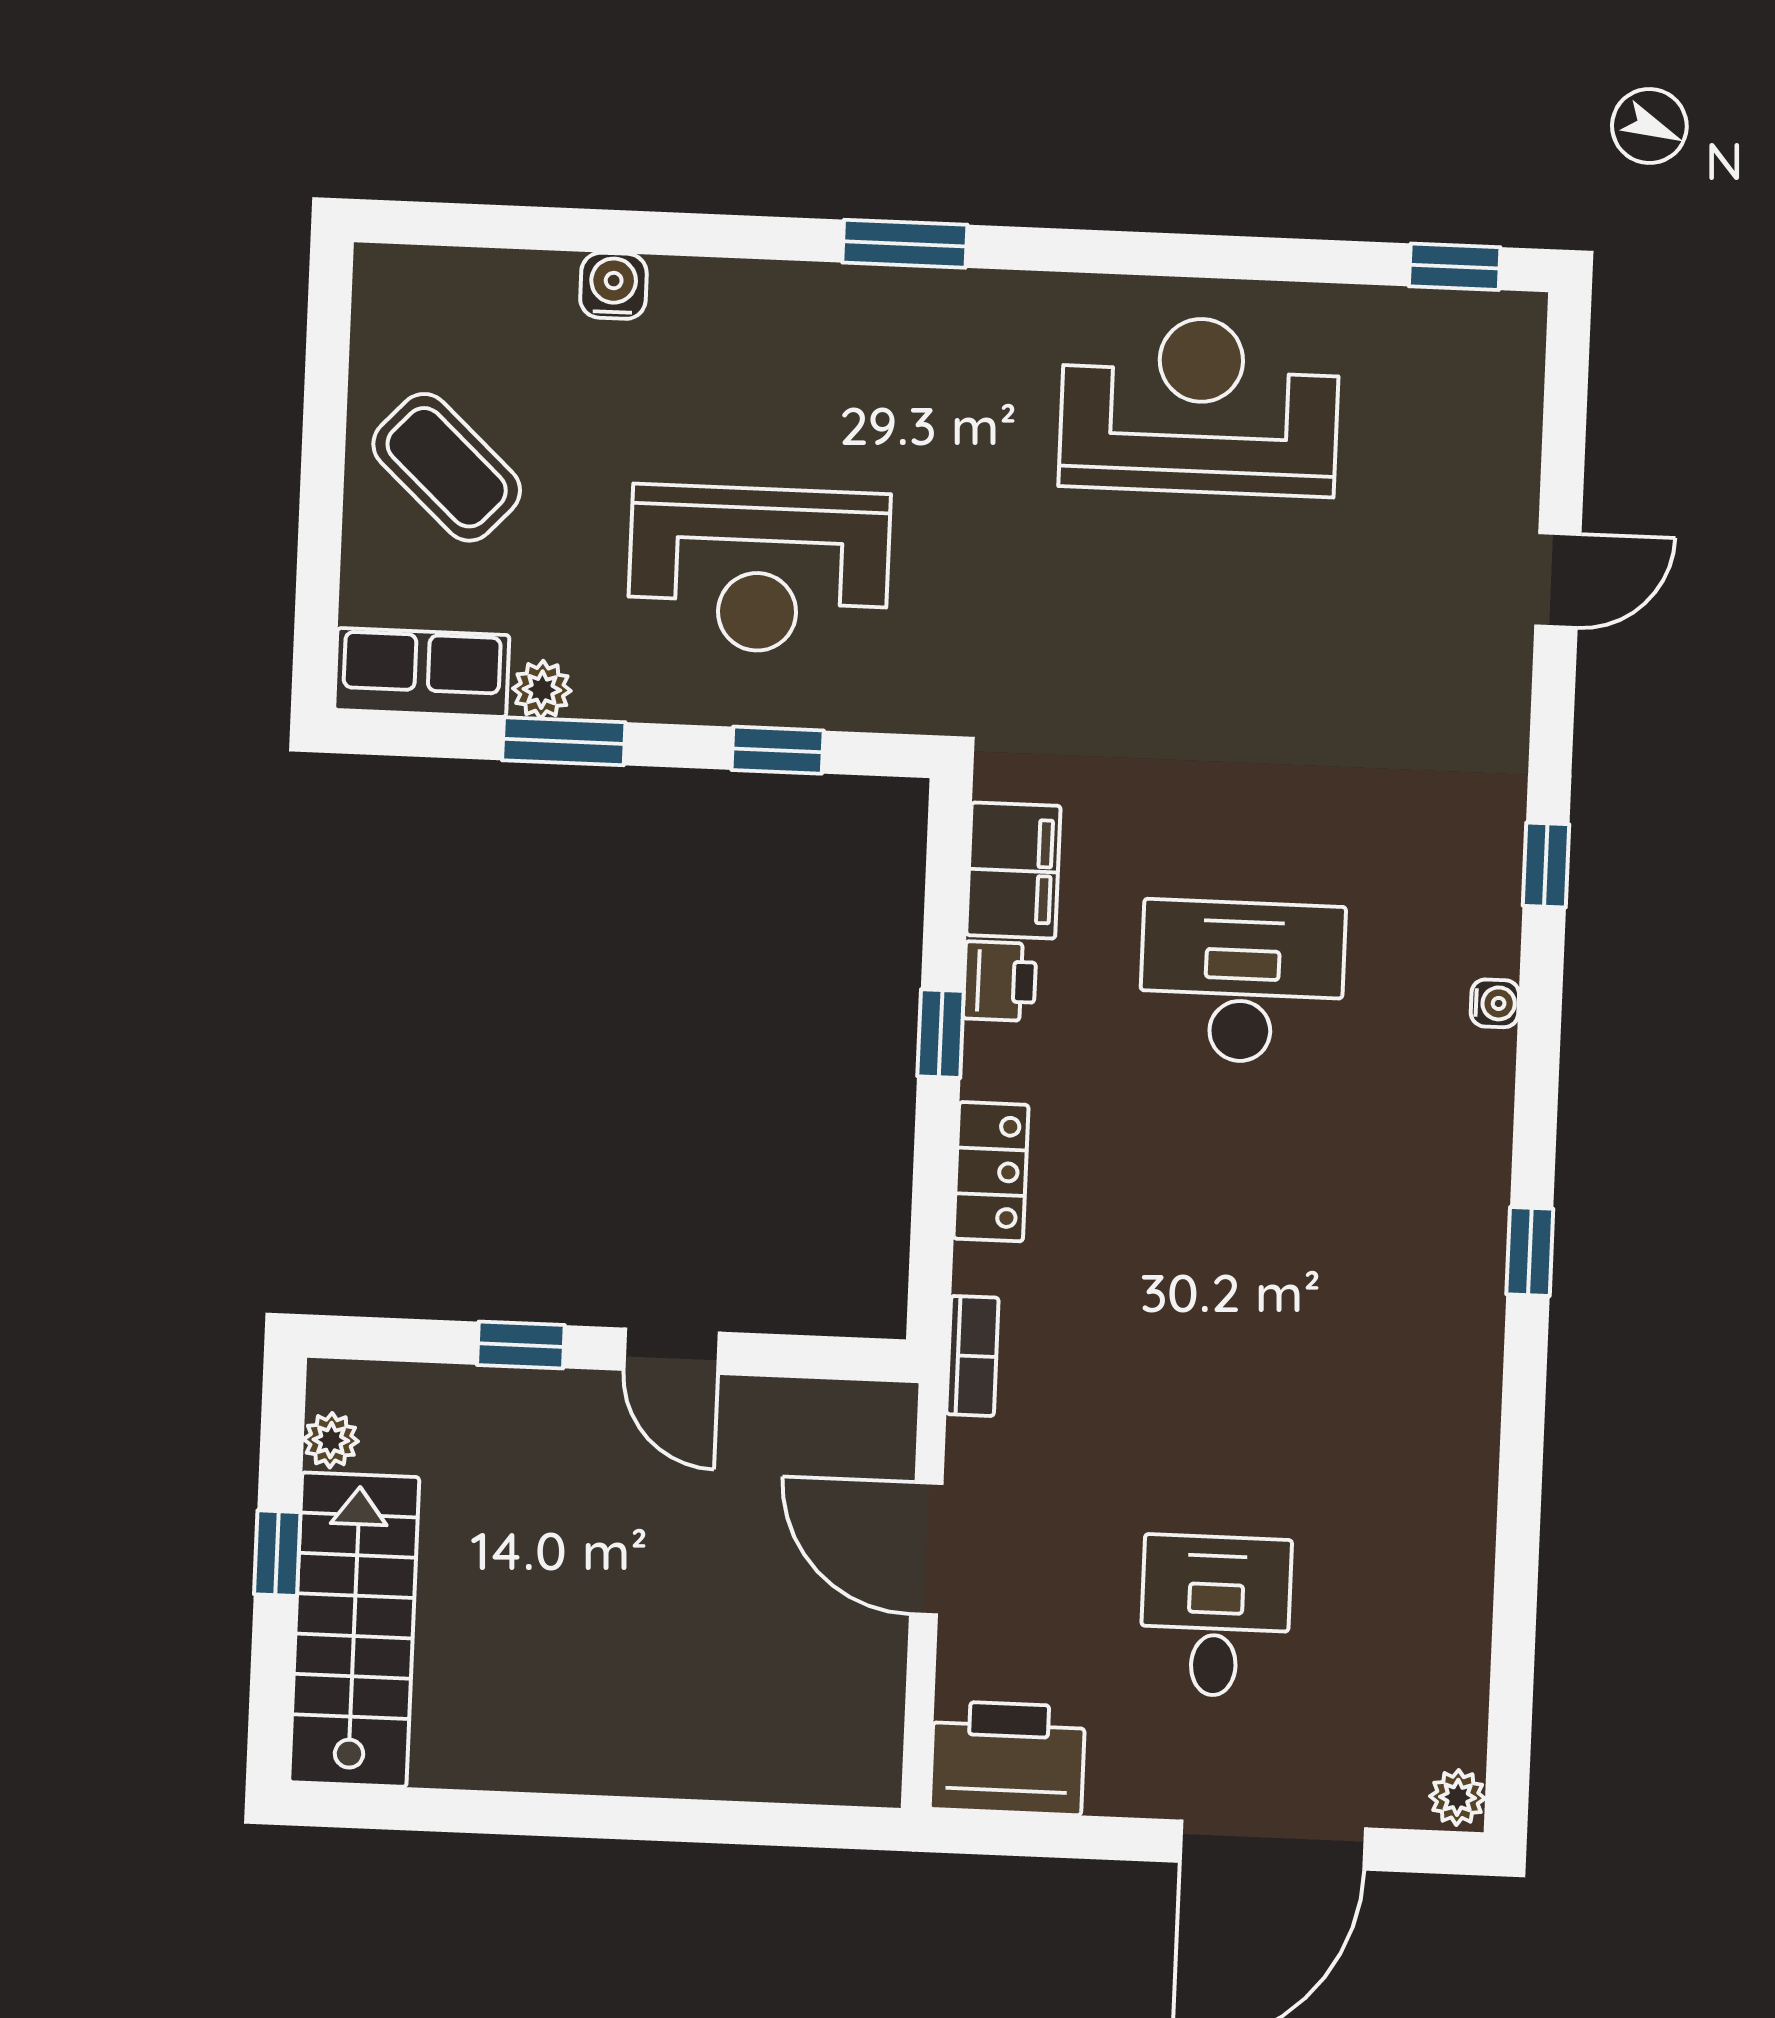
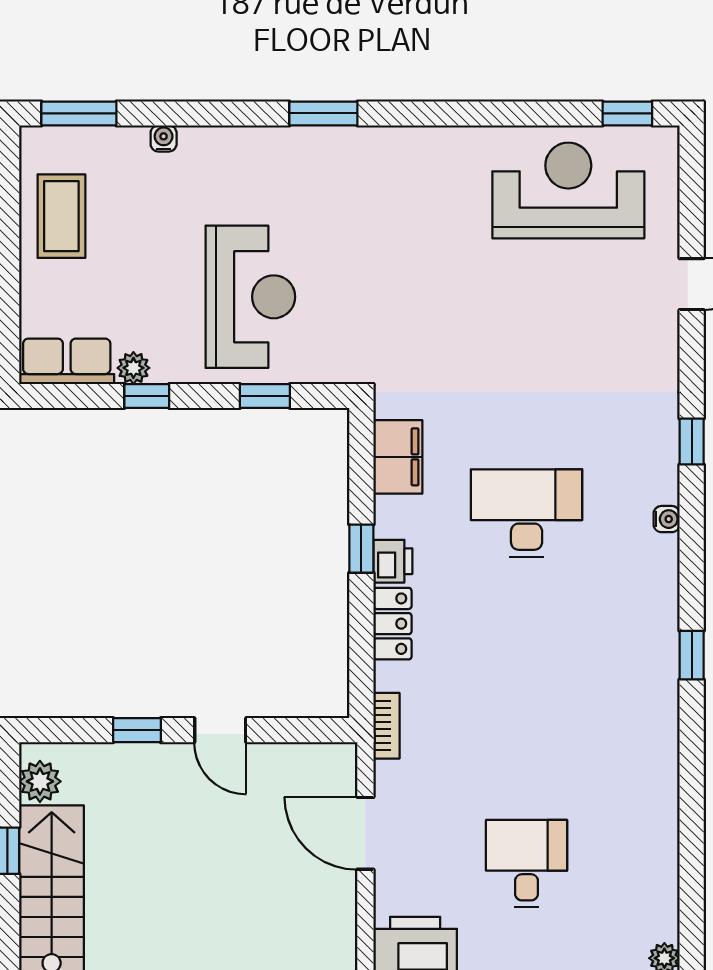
window: (462, 225) -> (79, 113), added
water cooler: (613, 286) -> (164, 138), width x0.72, depth x0.72
reception desk: (1200, 405) -> (568, 190), moved
coffee table: (447, 467) -> (61, 216), moved, turned 47
reception desk: (759, 570) -> (250, 297), turned -90
window: (564, 741) -> (147, 396), width x0.67
printer: (1000, 981) -> (393, 561), moved
plant: (331, 1440) -> (40, 781), width x1.38, depth x1.38

